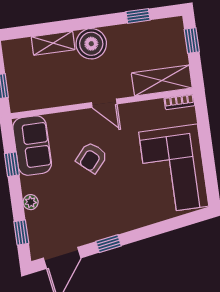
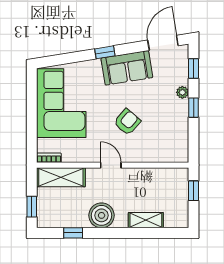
boiler: (91, 44) -> (102, 215), moved
sofa: (32, 146) -> (127, 68), moved, turned -99
window: (12, 164) -> (194, 108), moved
window: (109, 244) -> (105, 52), moved

